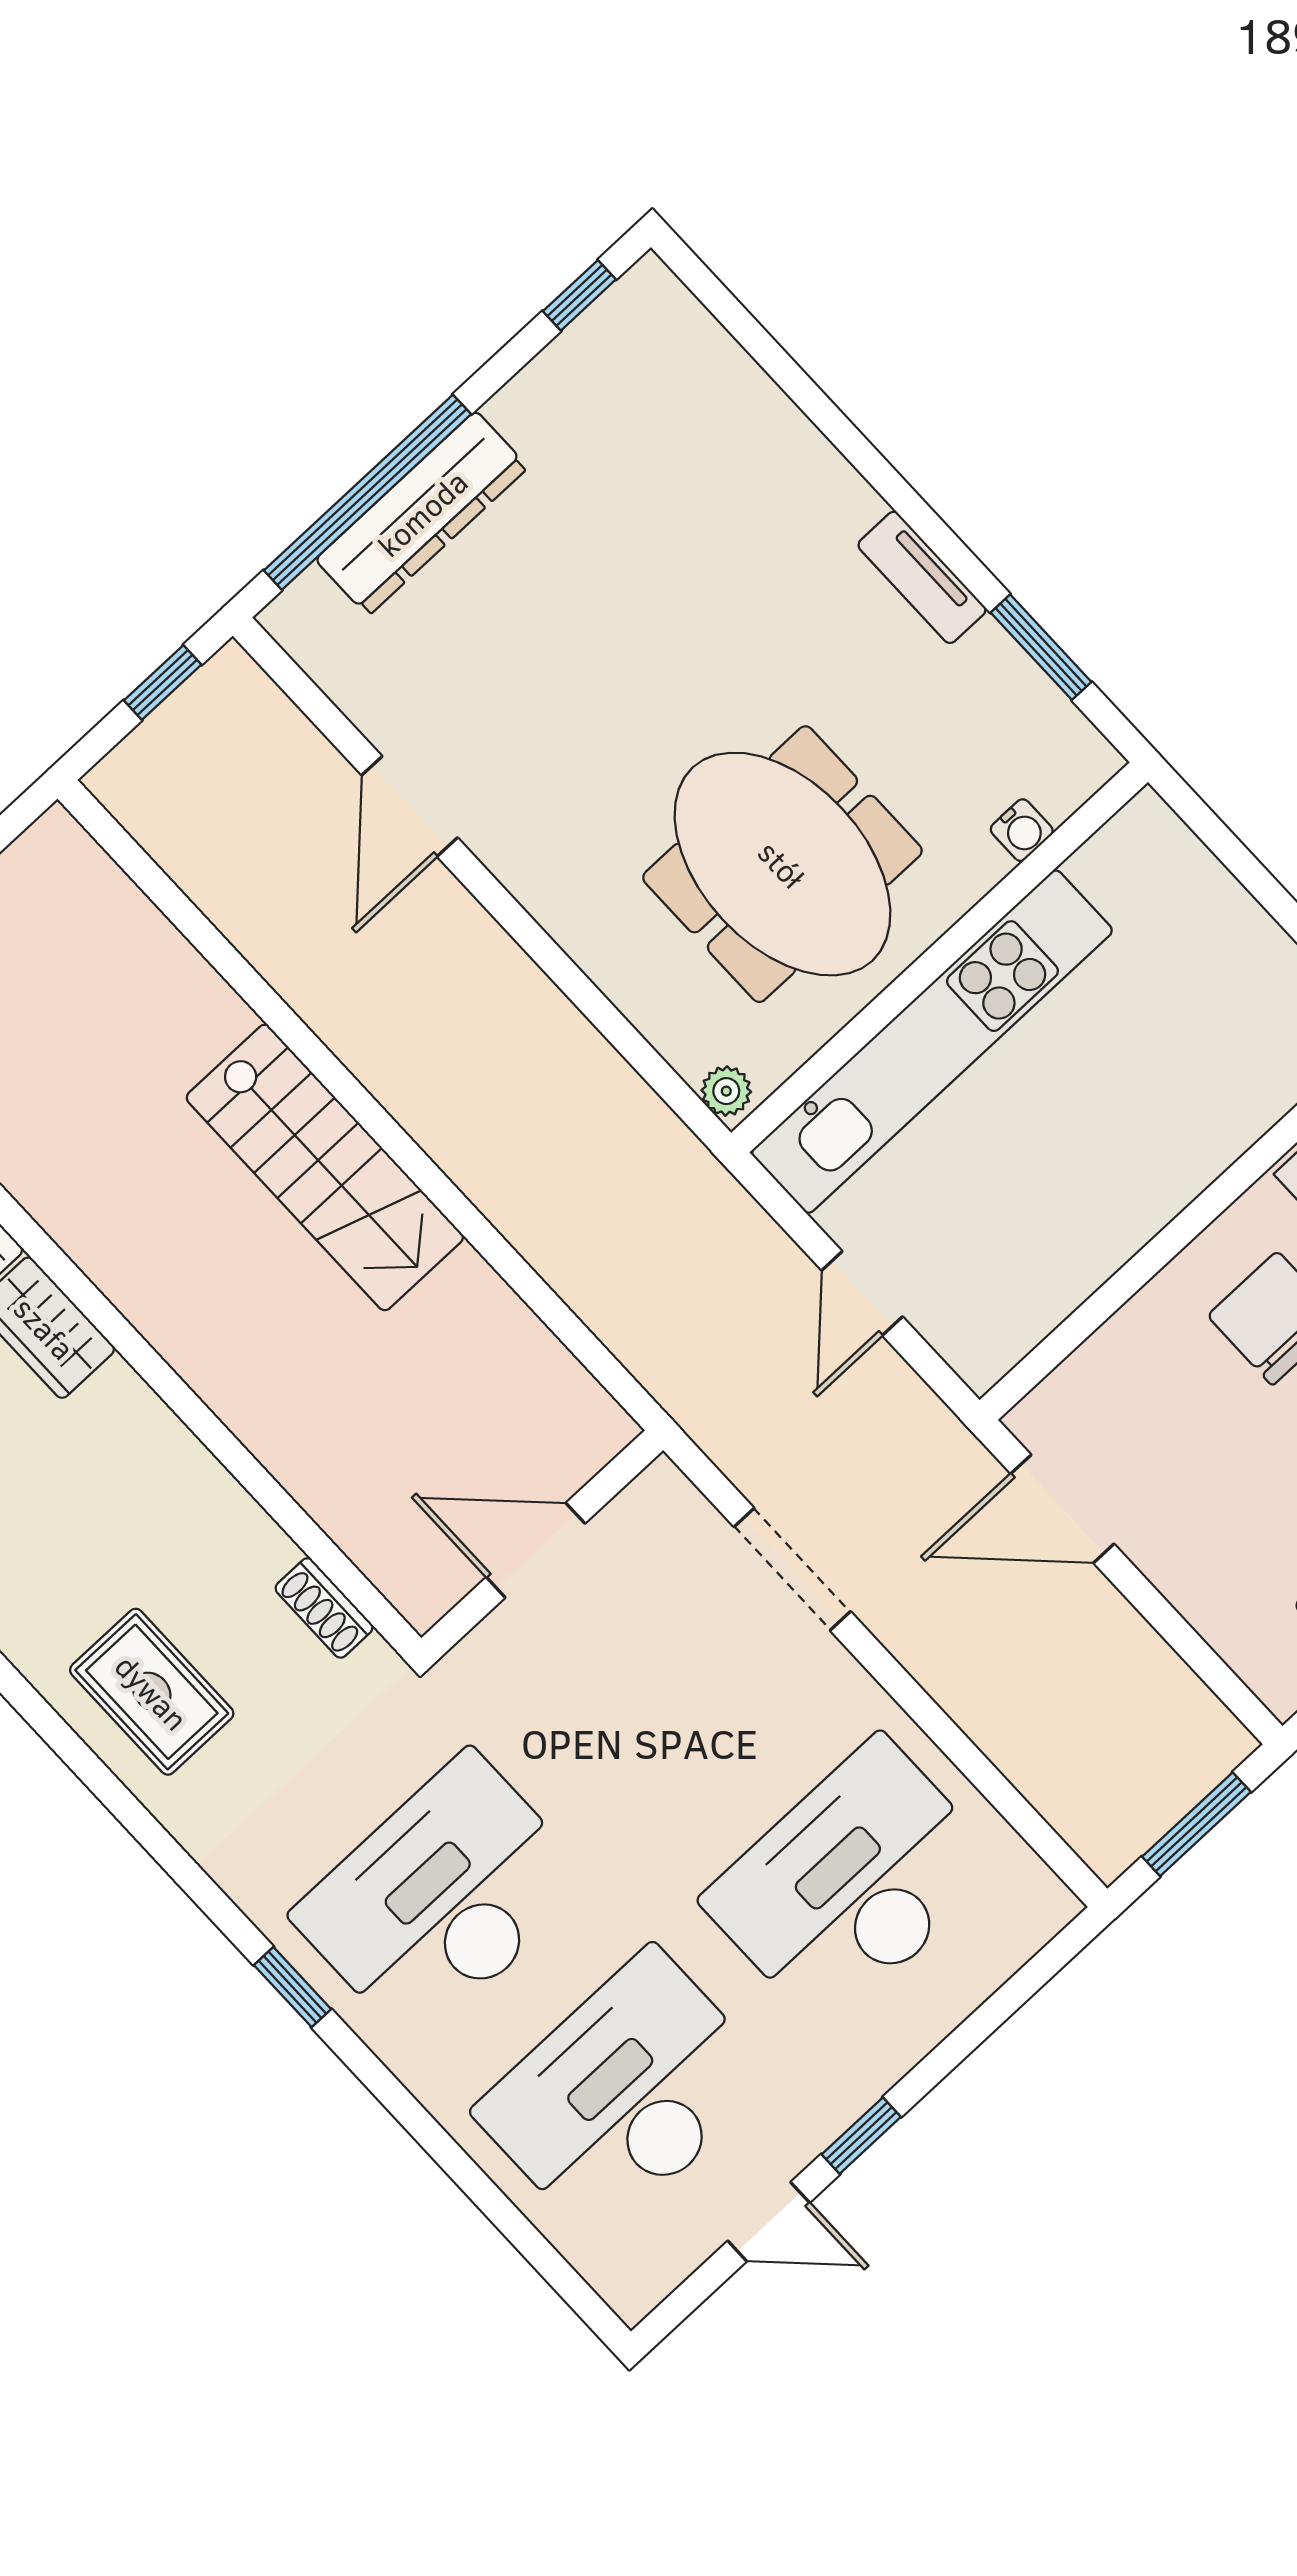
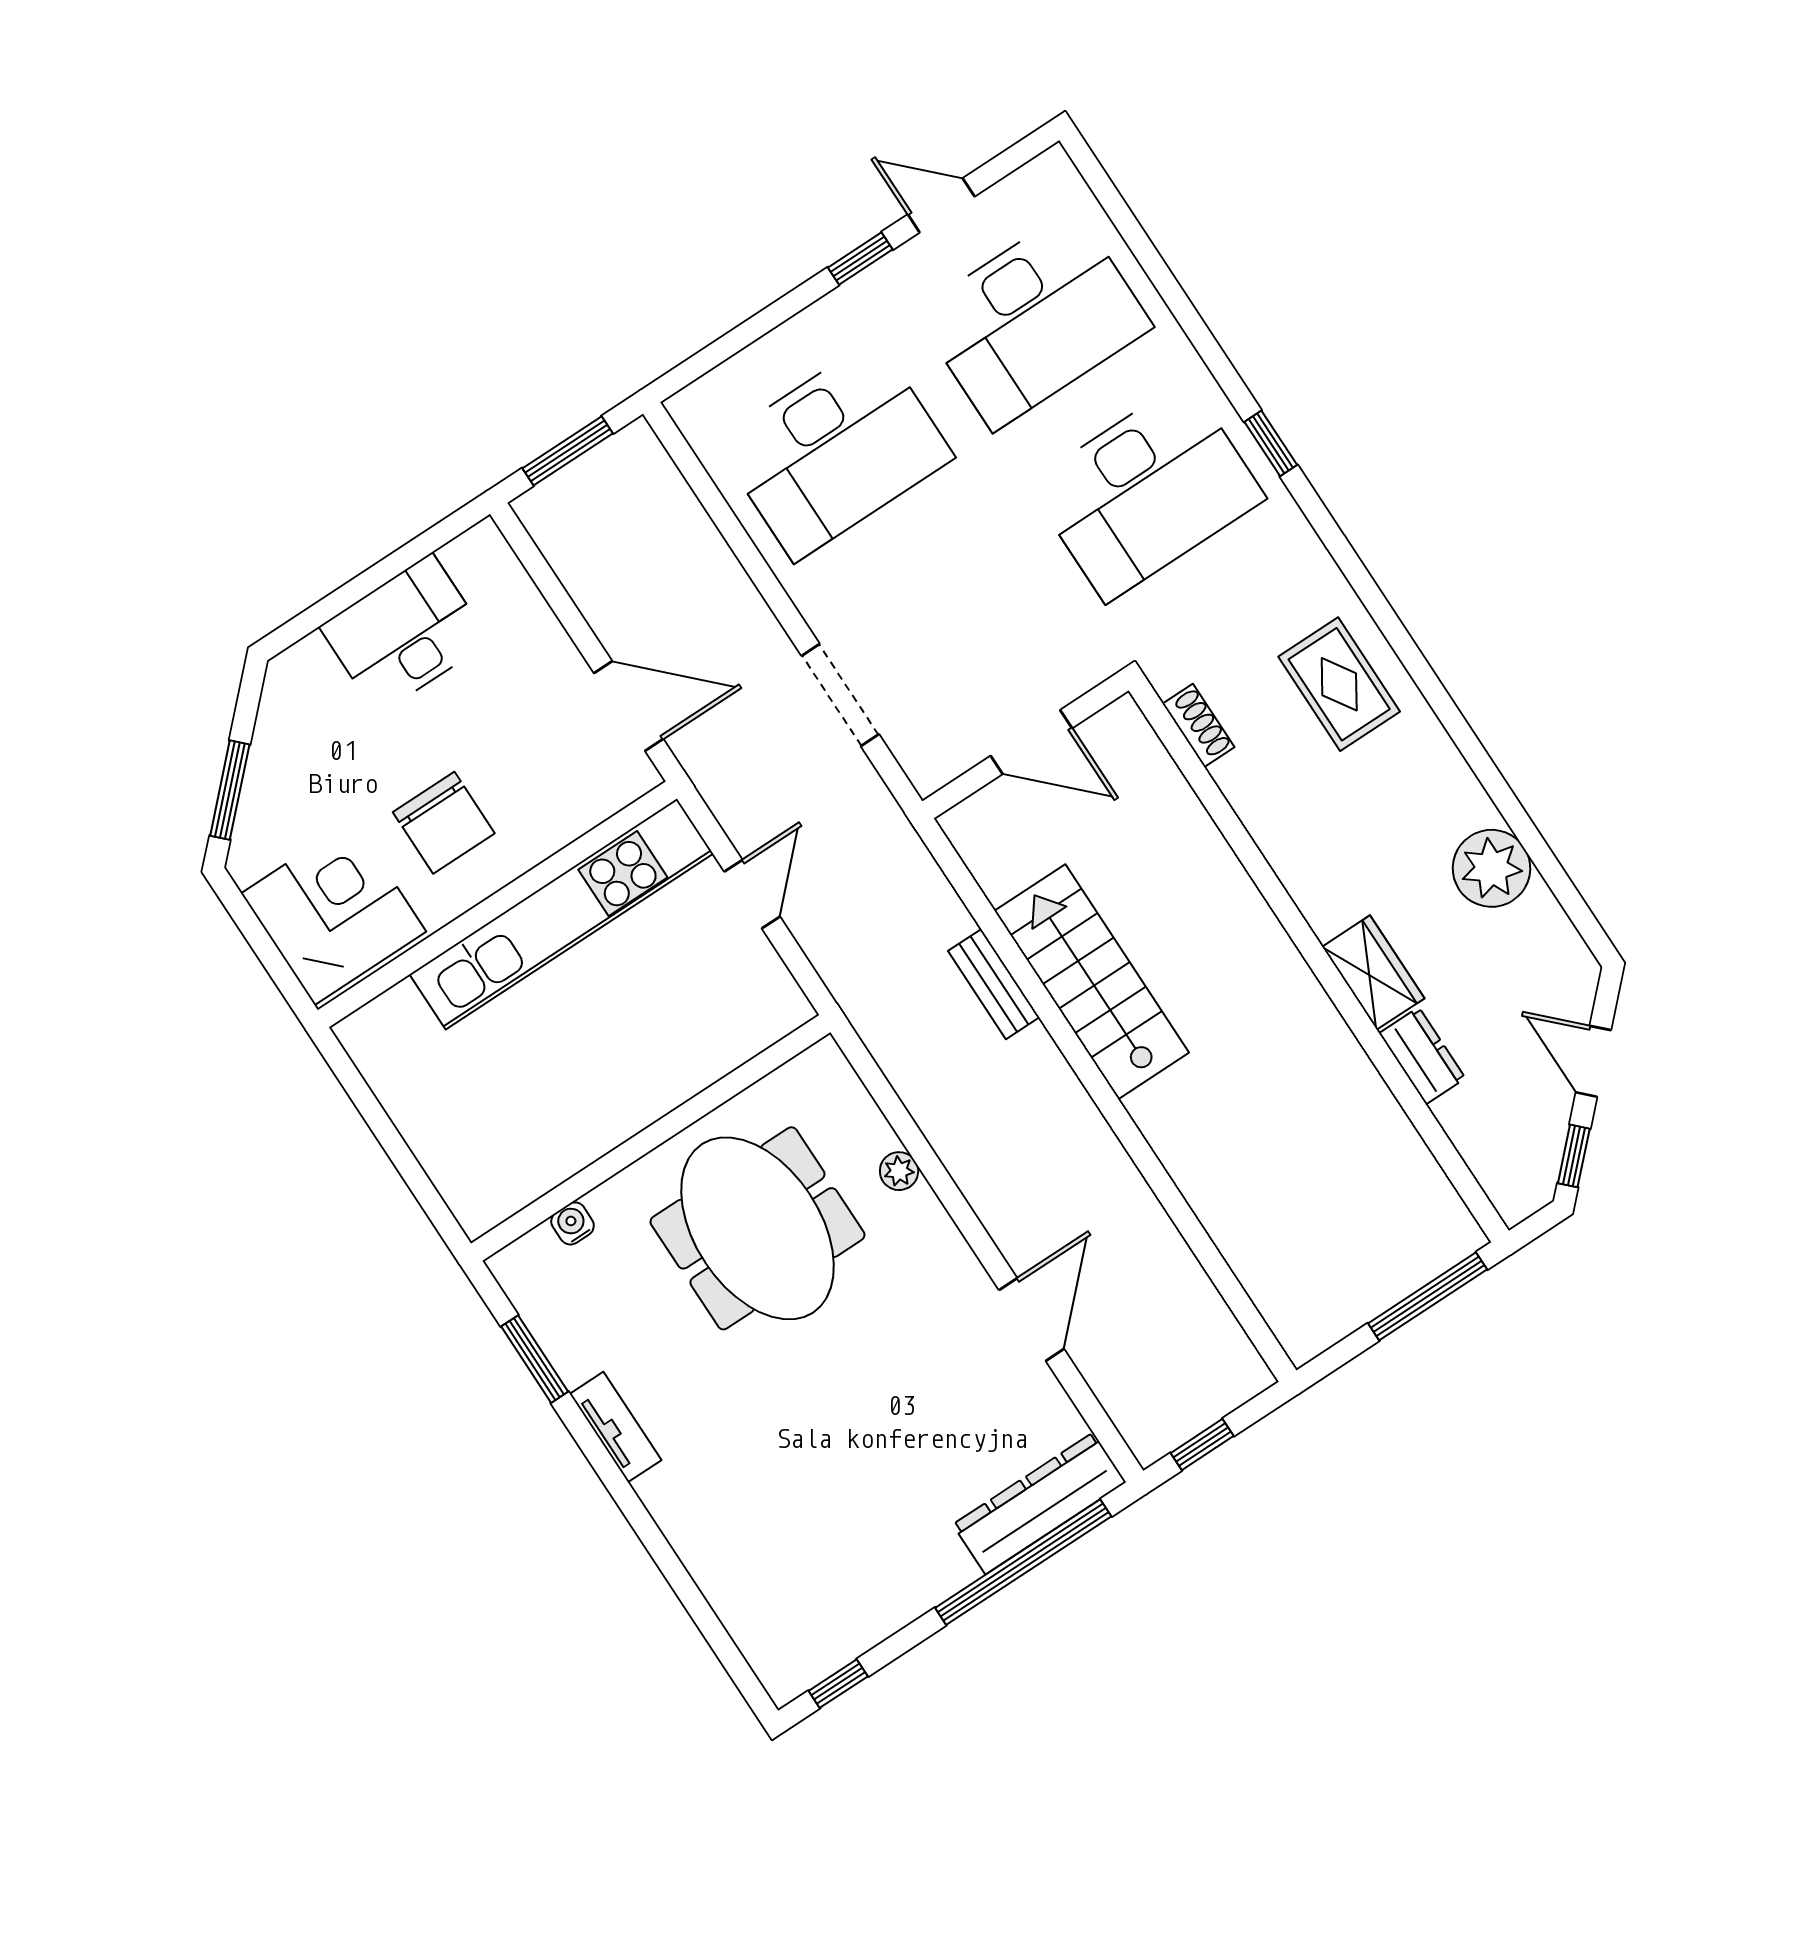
dresser: (422, 513) -> (1039, 1503), moved
kitchen unit: (932, 1042) -> (561, 914), moved, turned 180
plant: (726, 1091) -> (899, 1171), moved
stairs: (325, 1167) -> (1092, 982), moved
bench: (531, 1230) -> (994, 984), added

